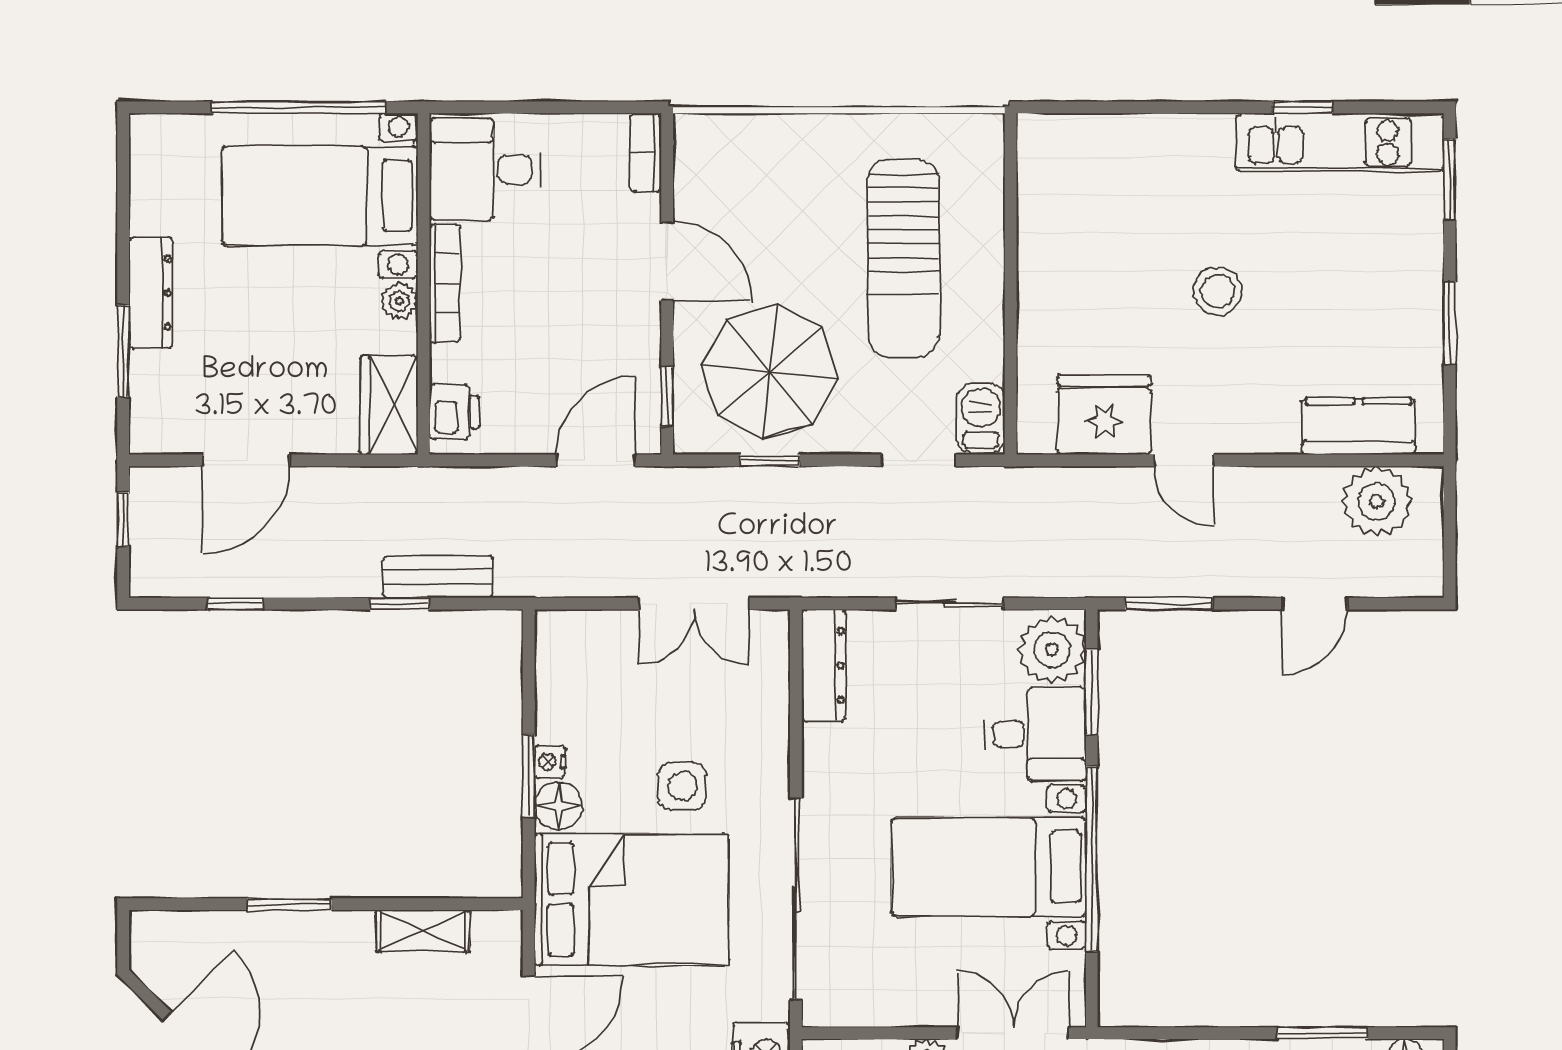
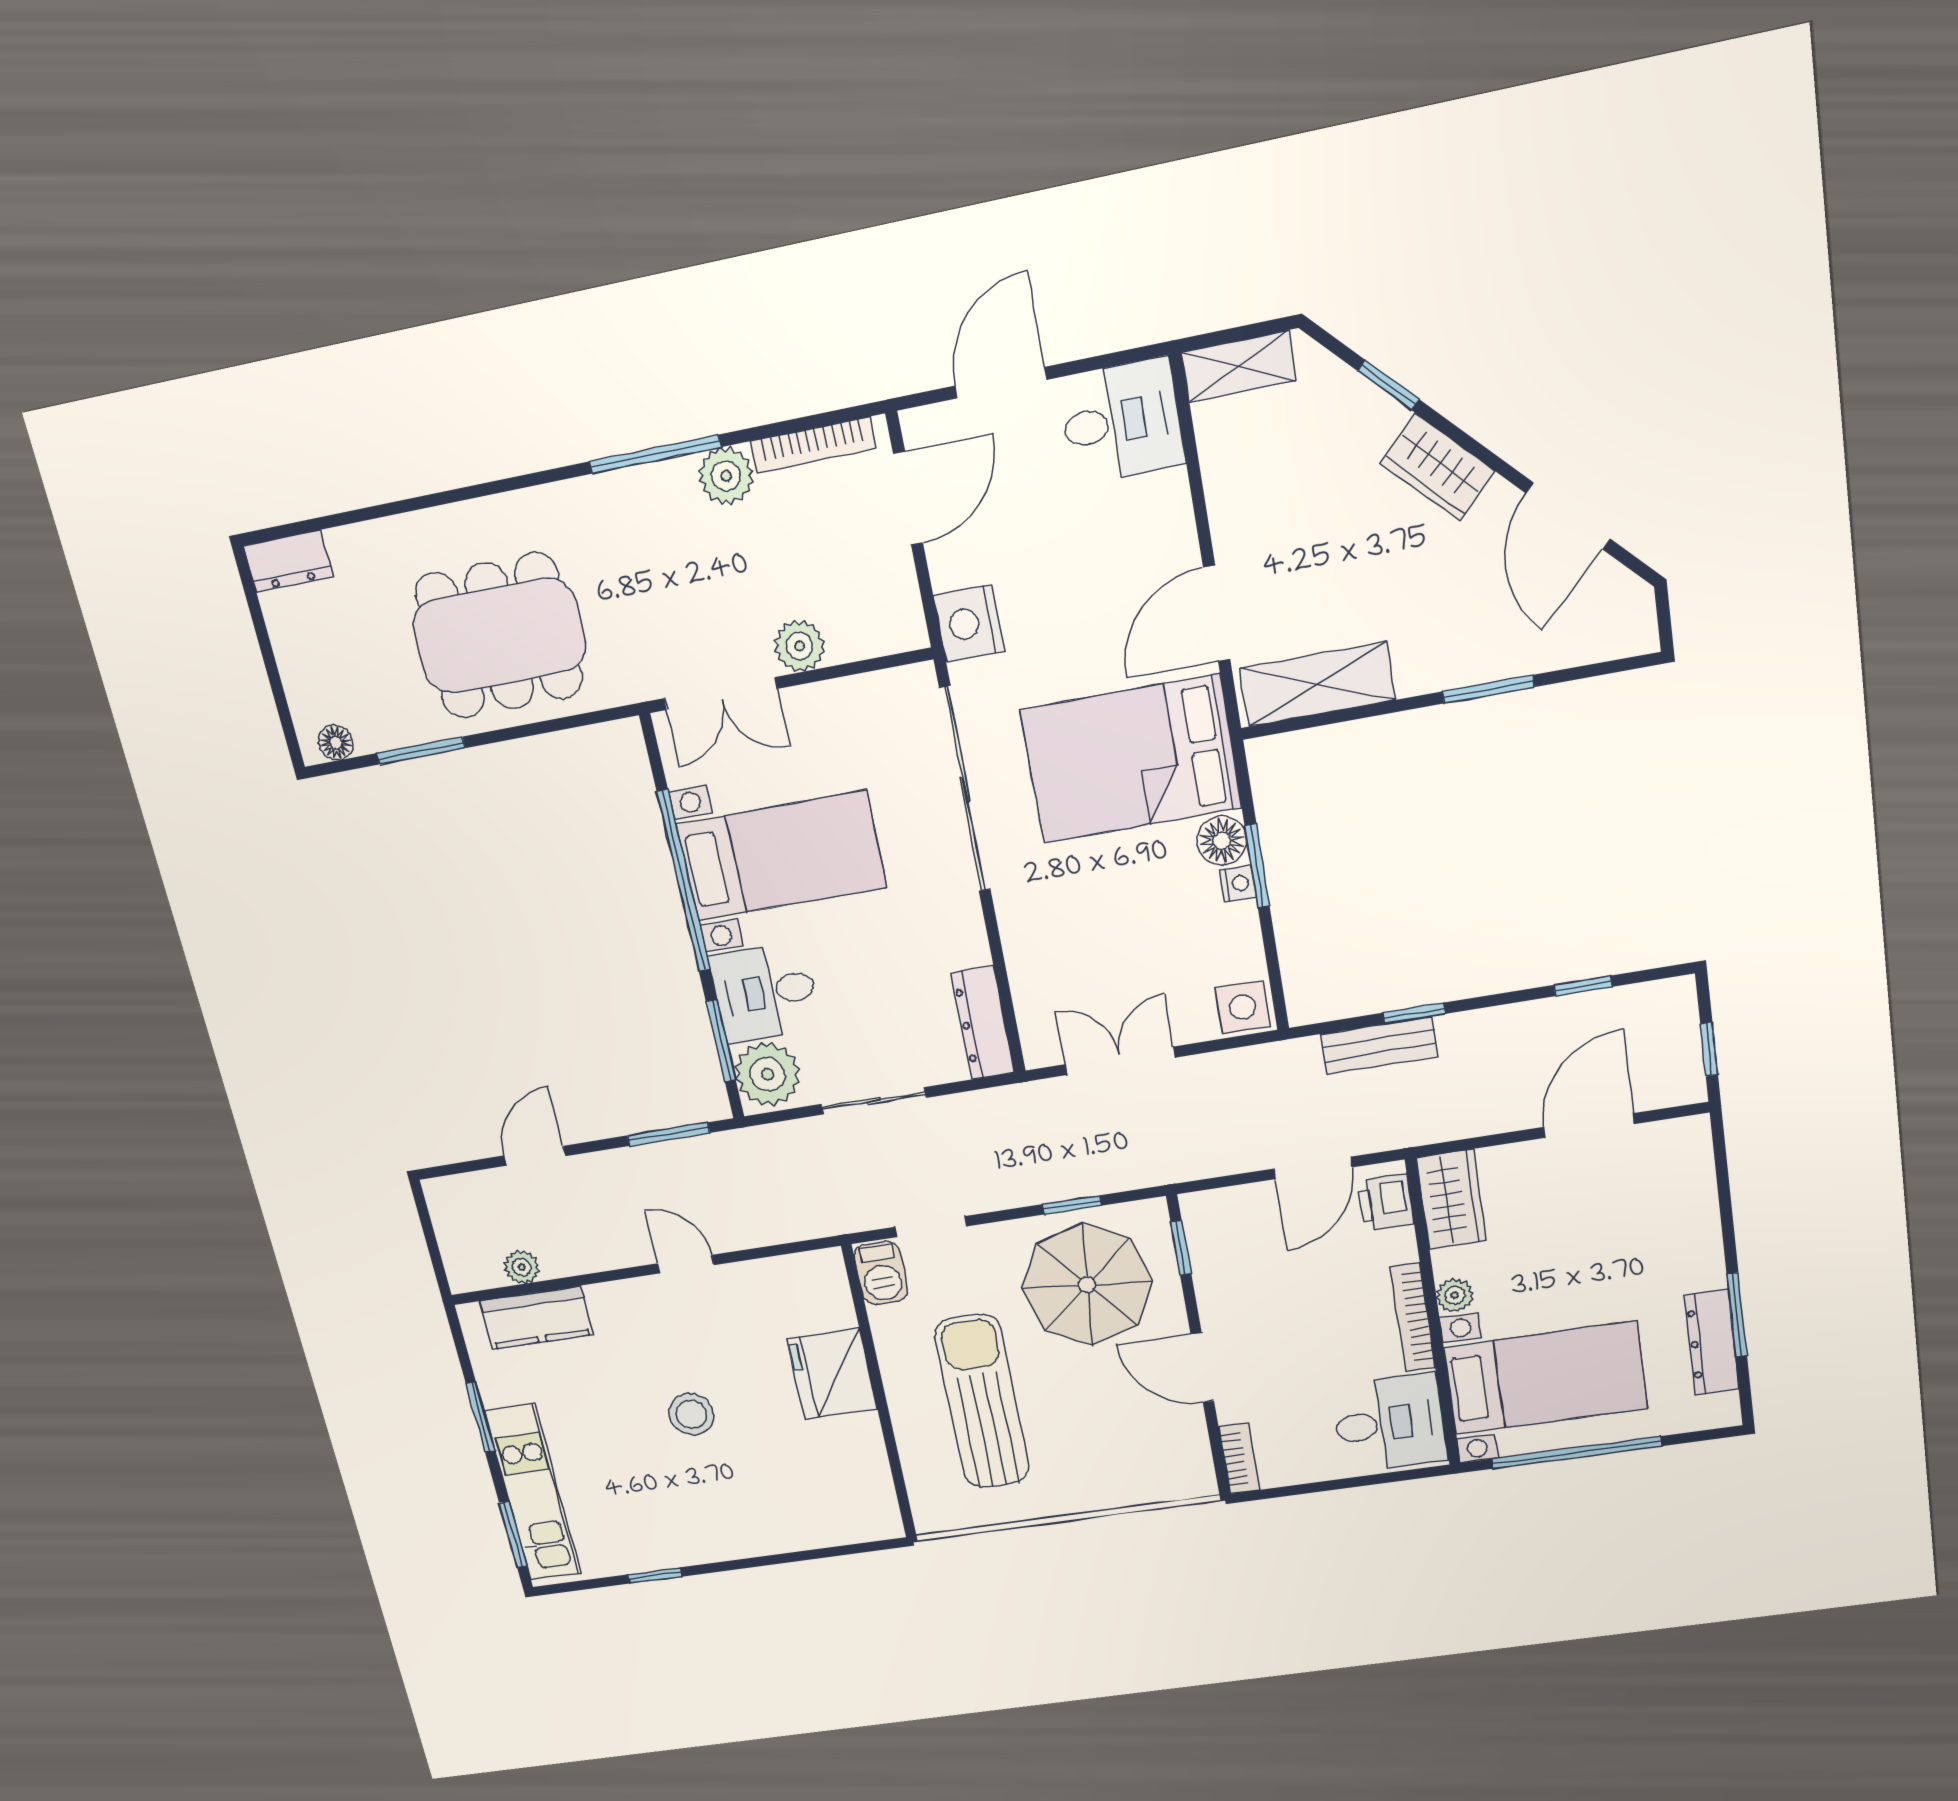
kitchen unit: (1340, 142) -> (533, 1493), moved, turned 90
dresser: (151, 293) -> (1712, 1342), moved
window: (123, 351) -> (1737, 1315), moved
fridge: (1104, 415) -> (832, 1374), moved, turned 90
door: (596, 460) -> (1313, 1168), moved
plant: (1377, 501) -> (522, 1267), width x0.53, depth x0.53
side table: (682, 786) -> (1243, 1007), moved
shelving: (423, 931) -> (1317, 684), width x1.50, depth x1.33

